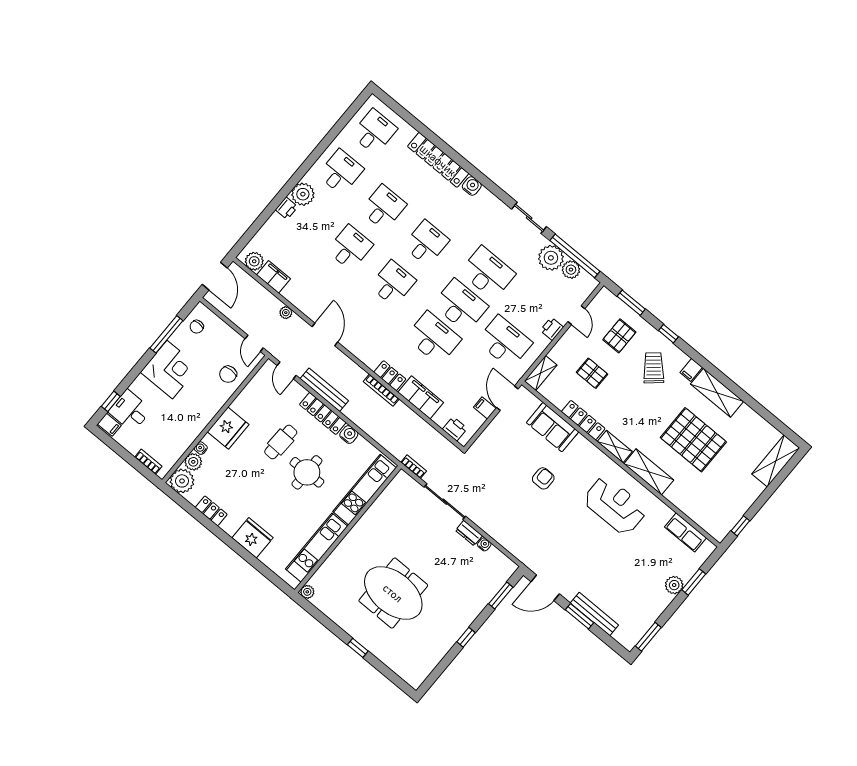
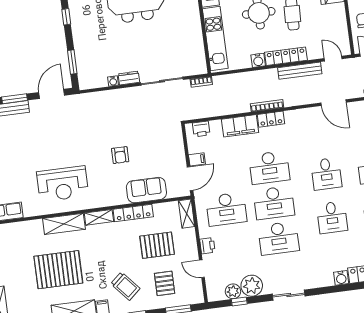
window: (575, 256) -> (239, 302), width x0.32
pallet: (592, 373) -> (157, 245), width x1.50, depth x1.42
door: (507, 398) -> (190, 179), hinge flipped

